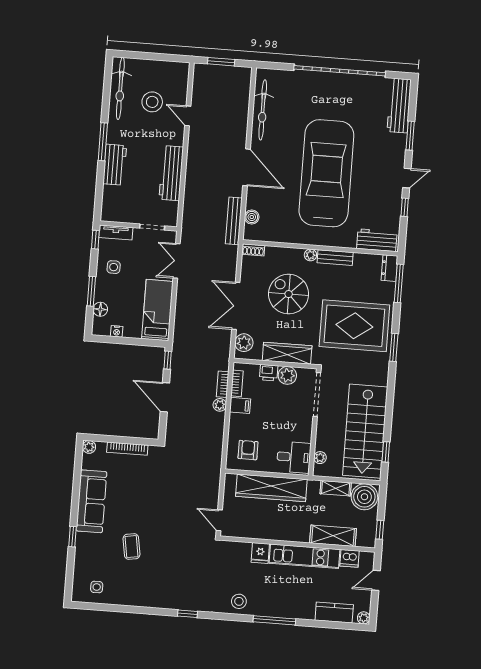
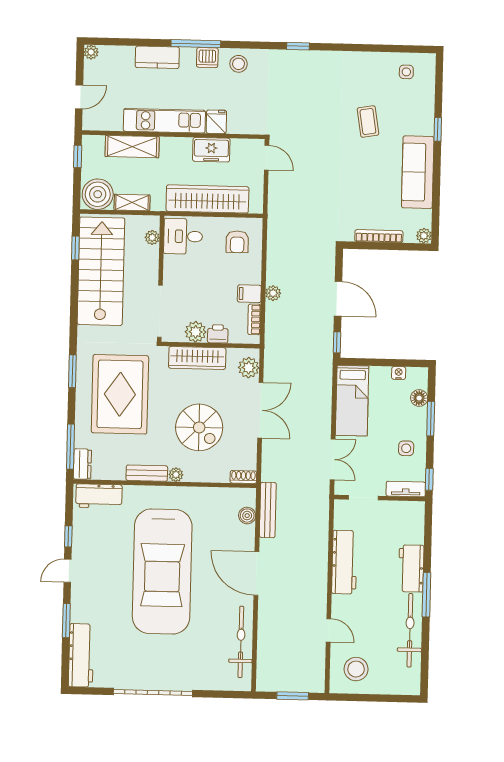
garage door: (340, 71) -> (153, 692), width x0.73
bicycle: (120, 88) -> (410, 630), moved
stool: (152, 102) -> (356, 669), moved
rug: (354, 326) -> (120, 394), turned 90
bookcase: (223, 384) -> (271, 318), removed
freezer: (266, 530) -> (211, 150), added
dishwasher: (349, 558) -> (207, 58), moved, turned 180
kitchen counter: (334, 613) -> (157, 57), moved

